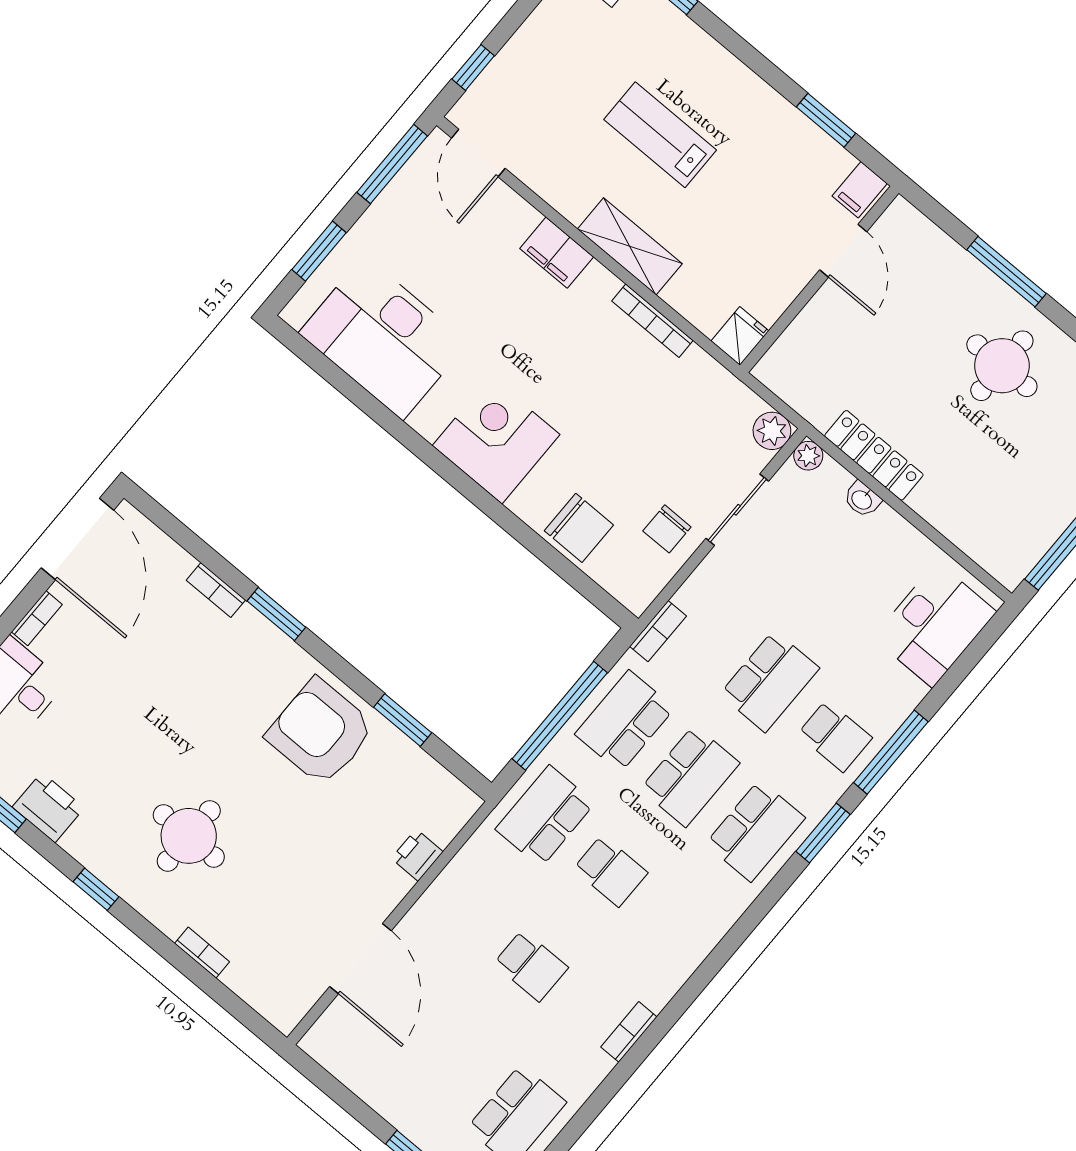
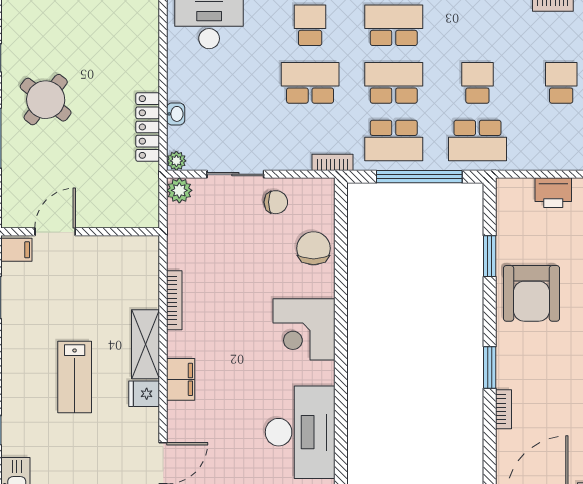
fridge: (740, 336) -> (144, 394), moved
round table: (1002, 366) -> (46, 100), turned 38
printer: (417, 855) -> (553, 193), width x1.36, depth x1.24

